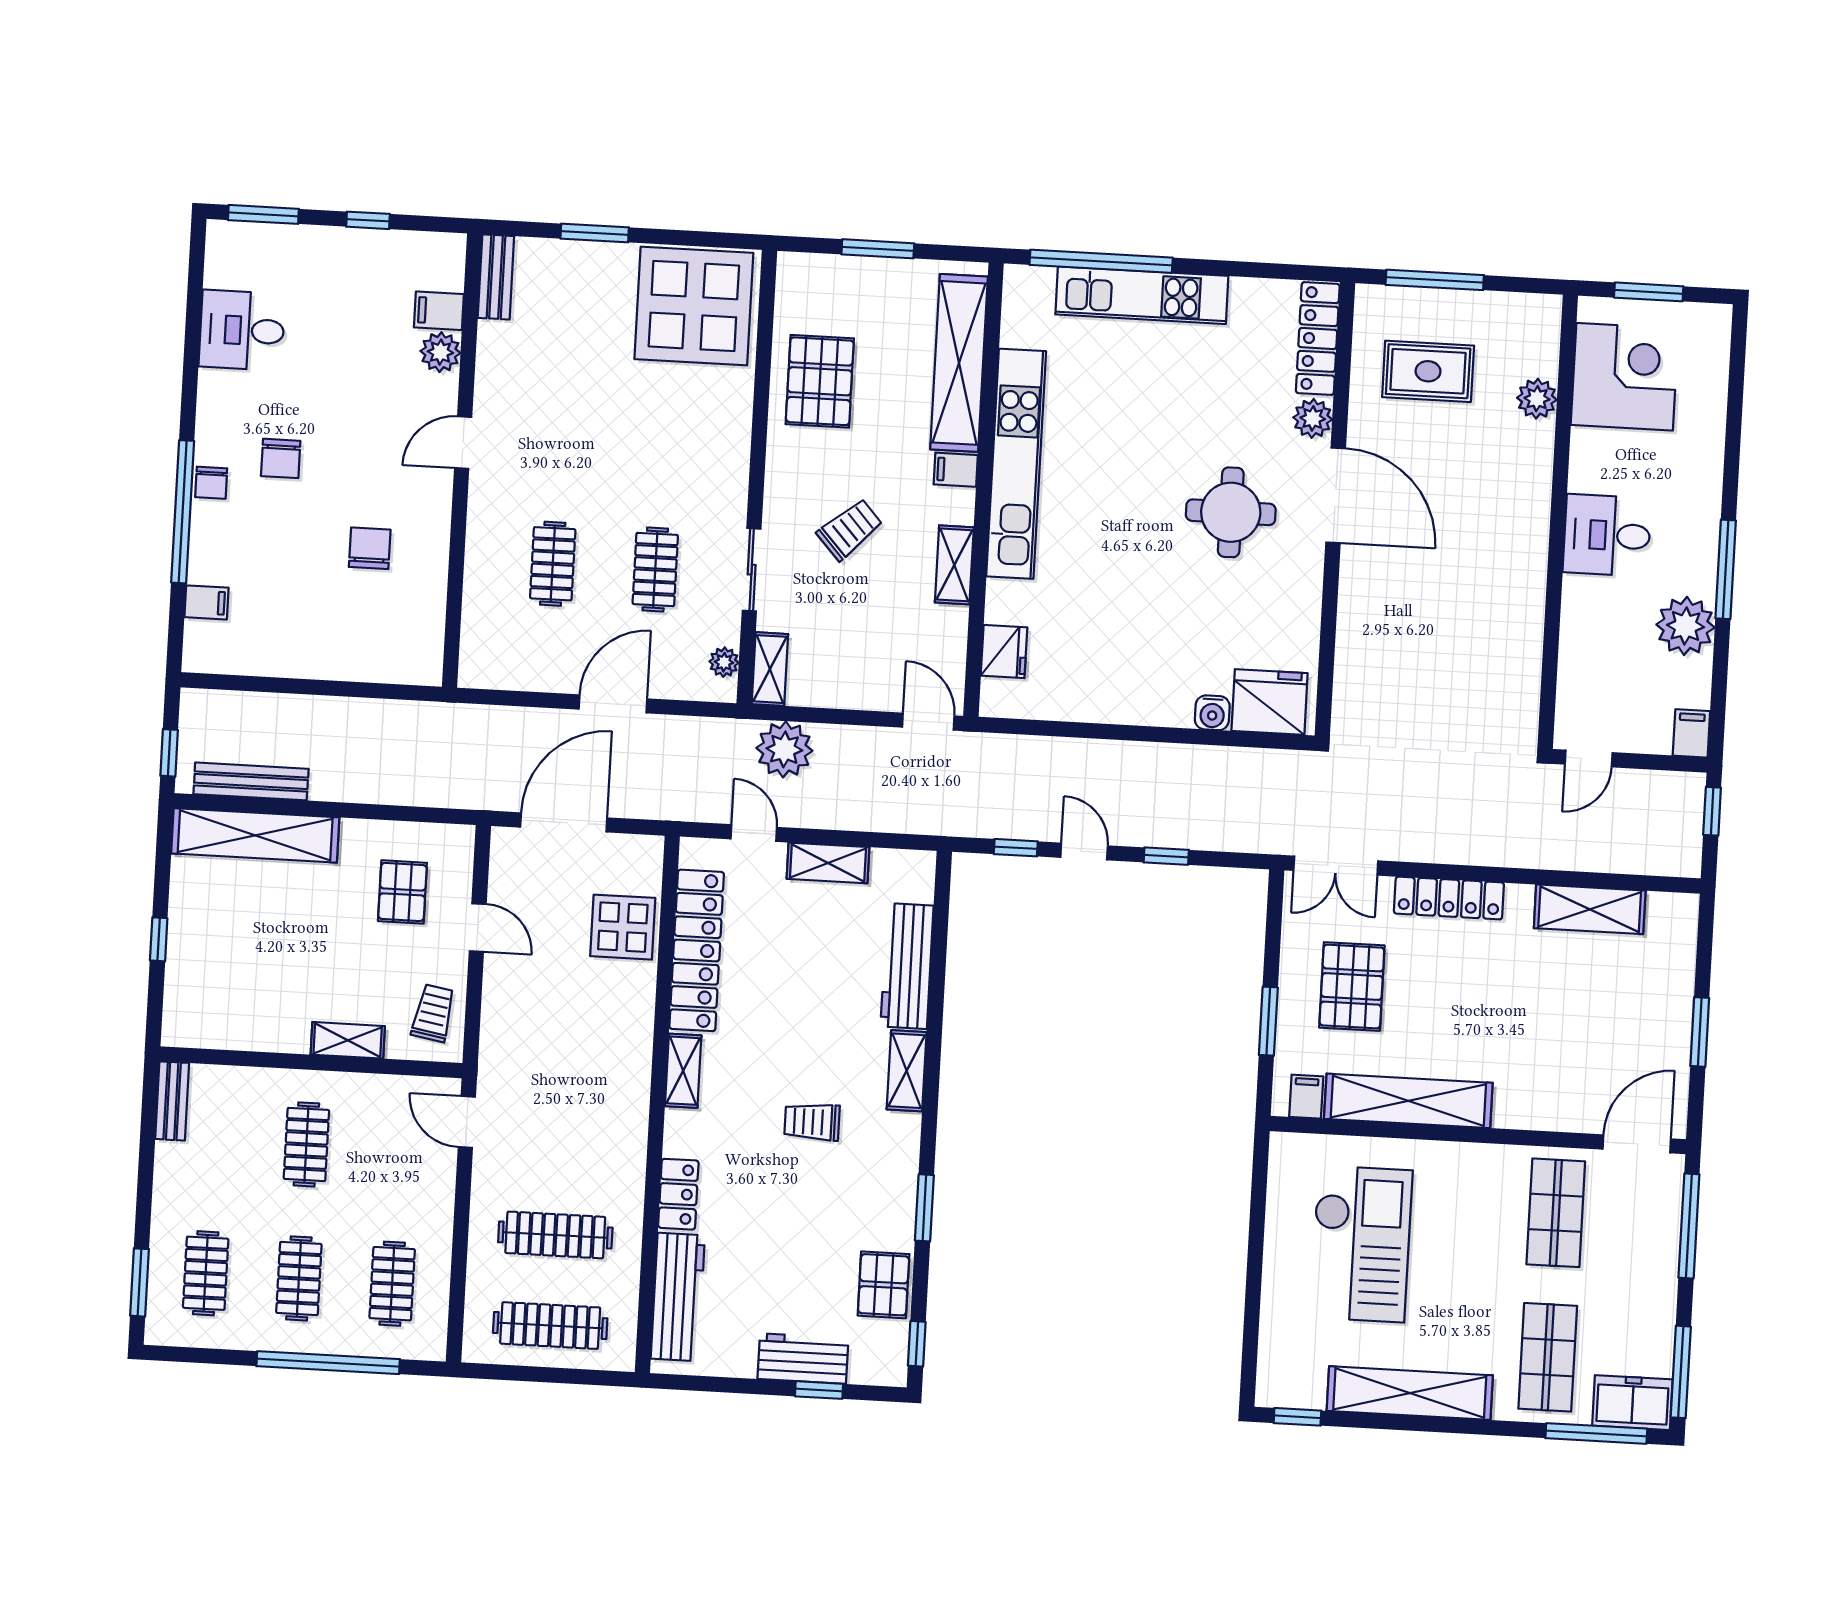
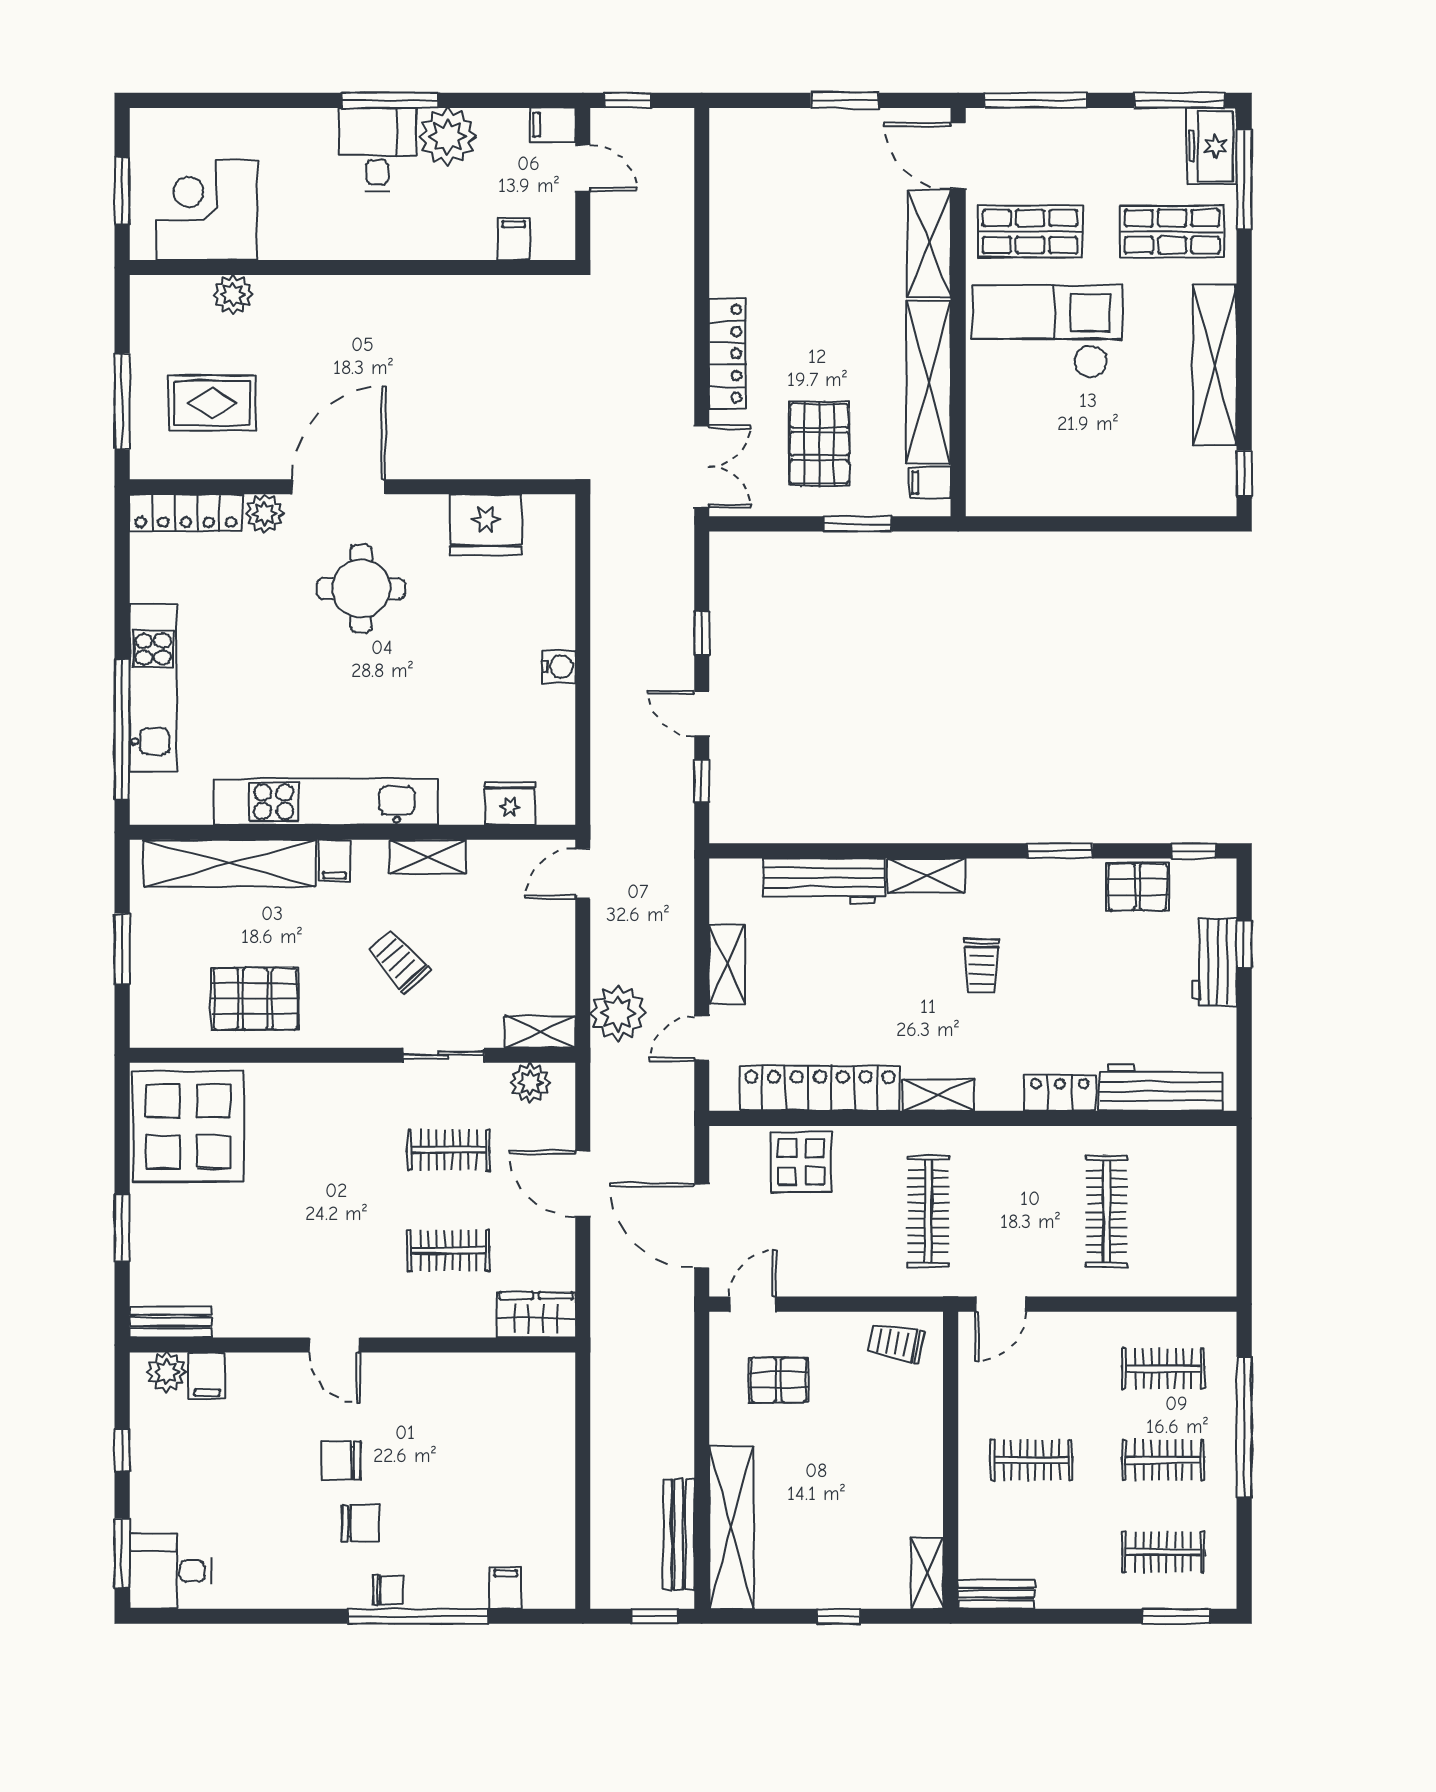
desk: (242, 330) -> (170, 1571), moved, turned 90
plant: (440, 352) -> (167, 1372), moved
rug: (1428, 371) -> (212, 403), turned 90
desk: (1607, 535) -> (377, 149), moved, turned 180
chair: (370, 548) -> (341, 1460), moved
wardrobe: (483, 649) -> (536, 1315), added
plant: (724, 662) -> (530, 1083), width x1.38, depth x1.38
filing cabinet: (1578, 687) -> (514, 239), added
fridge: (1270, 702) -> (486, 525), moved, turned -90
water cooler: (1212, 713) -> (559, 667), moved
door: (1589, 758) -> (583, 168), moved
door: (1084, 852) -> (702, 714), hinge flipped
shelving: (1590, 909) -> (929, 244), moved
door: (478, 928) -> (753, 1304), moved
pallet: (1352, 986) -> (819, 444), turned 90
shelving: (348, 1040) -> (927, 1573), moved
checkout: (1361, 1244) -> (1047, 332), moved
clothes rail: (550, 1326) -> (928, 1211), moved

